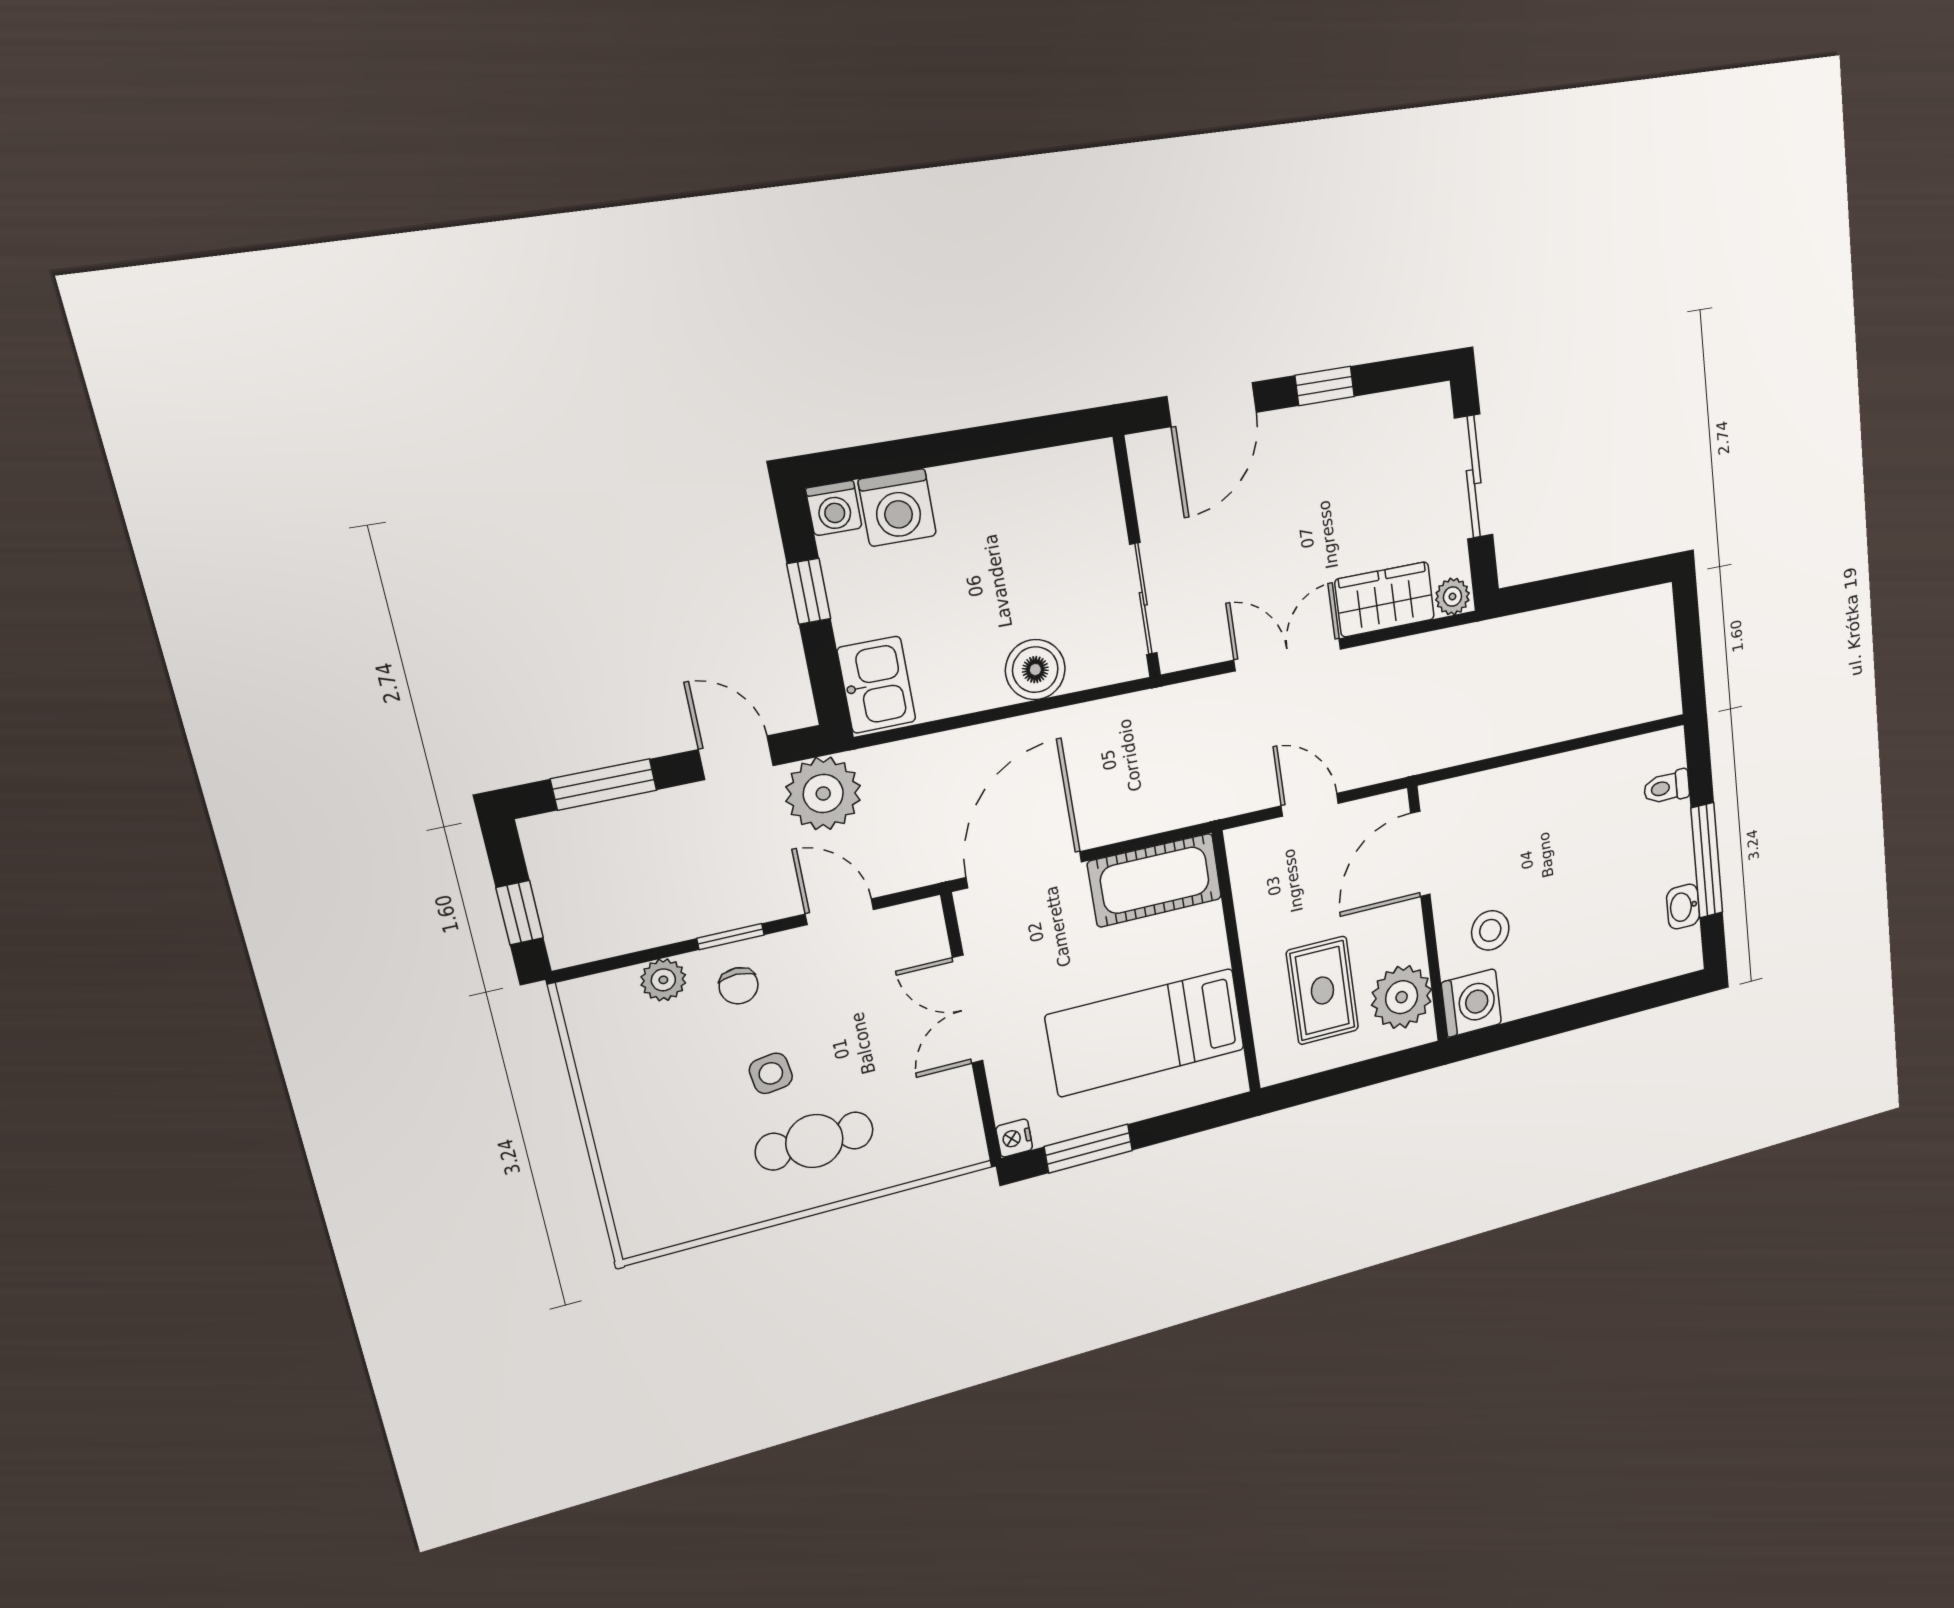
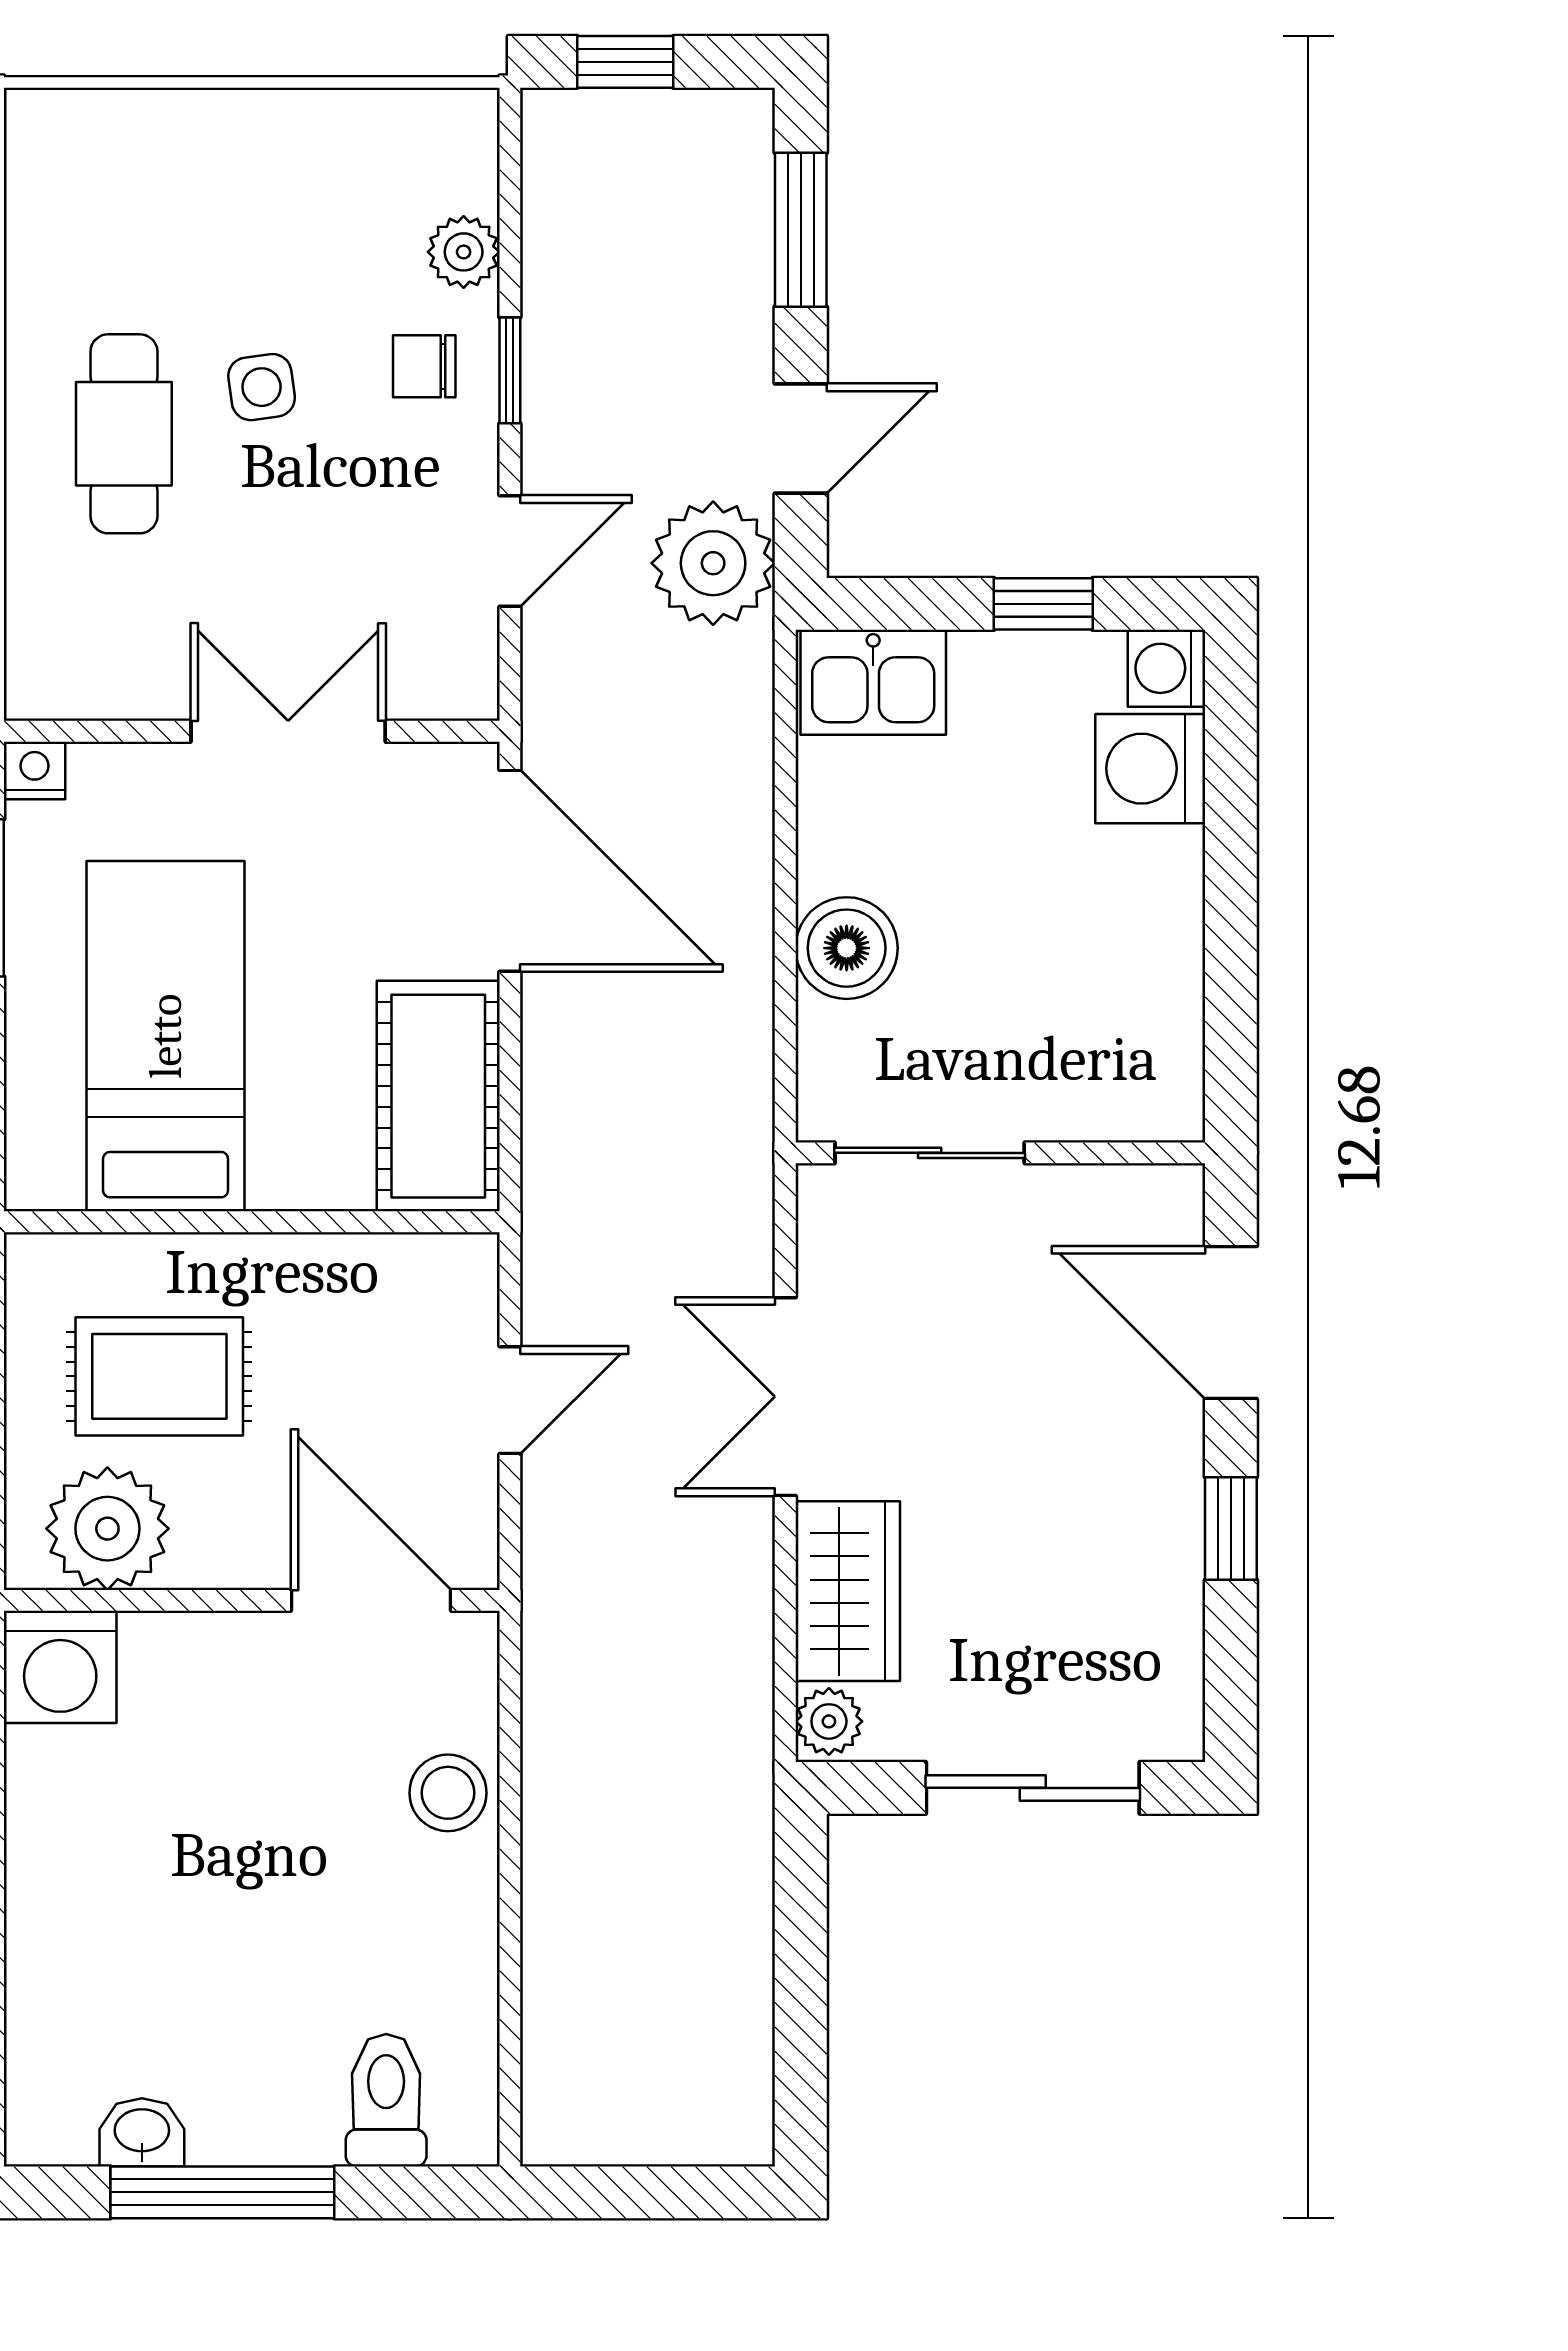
double door: (1288, 655) -> (785, 1397), swing flipped
toilet: (1667, 787) -> (386, 2100), width x1.37, depth x1.39
stool: (1490, 930) -> (448, 1793), moved

